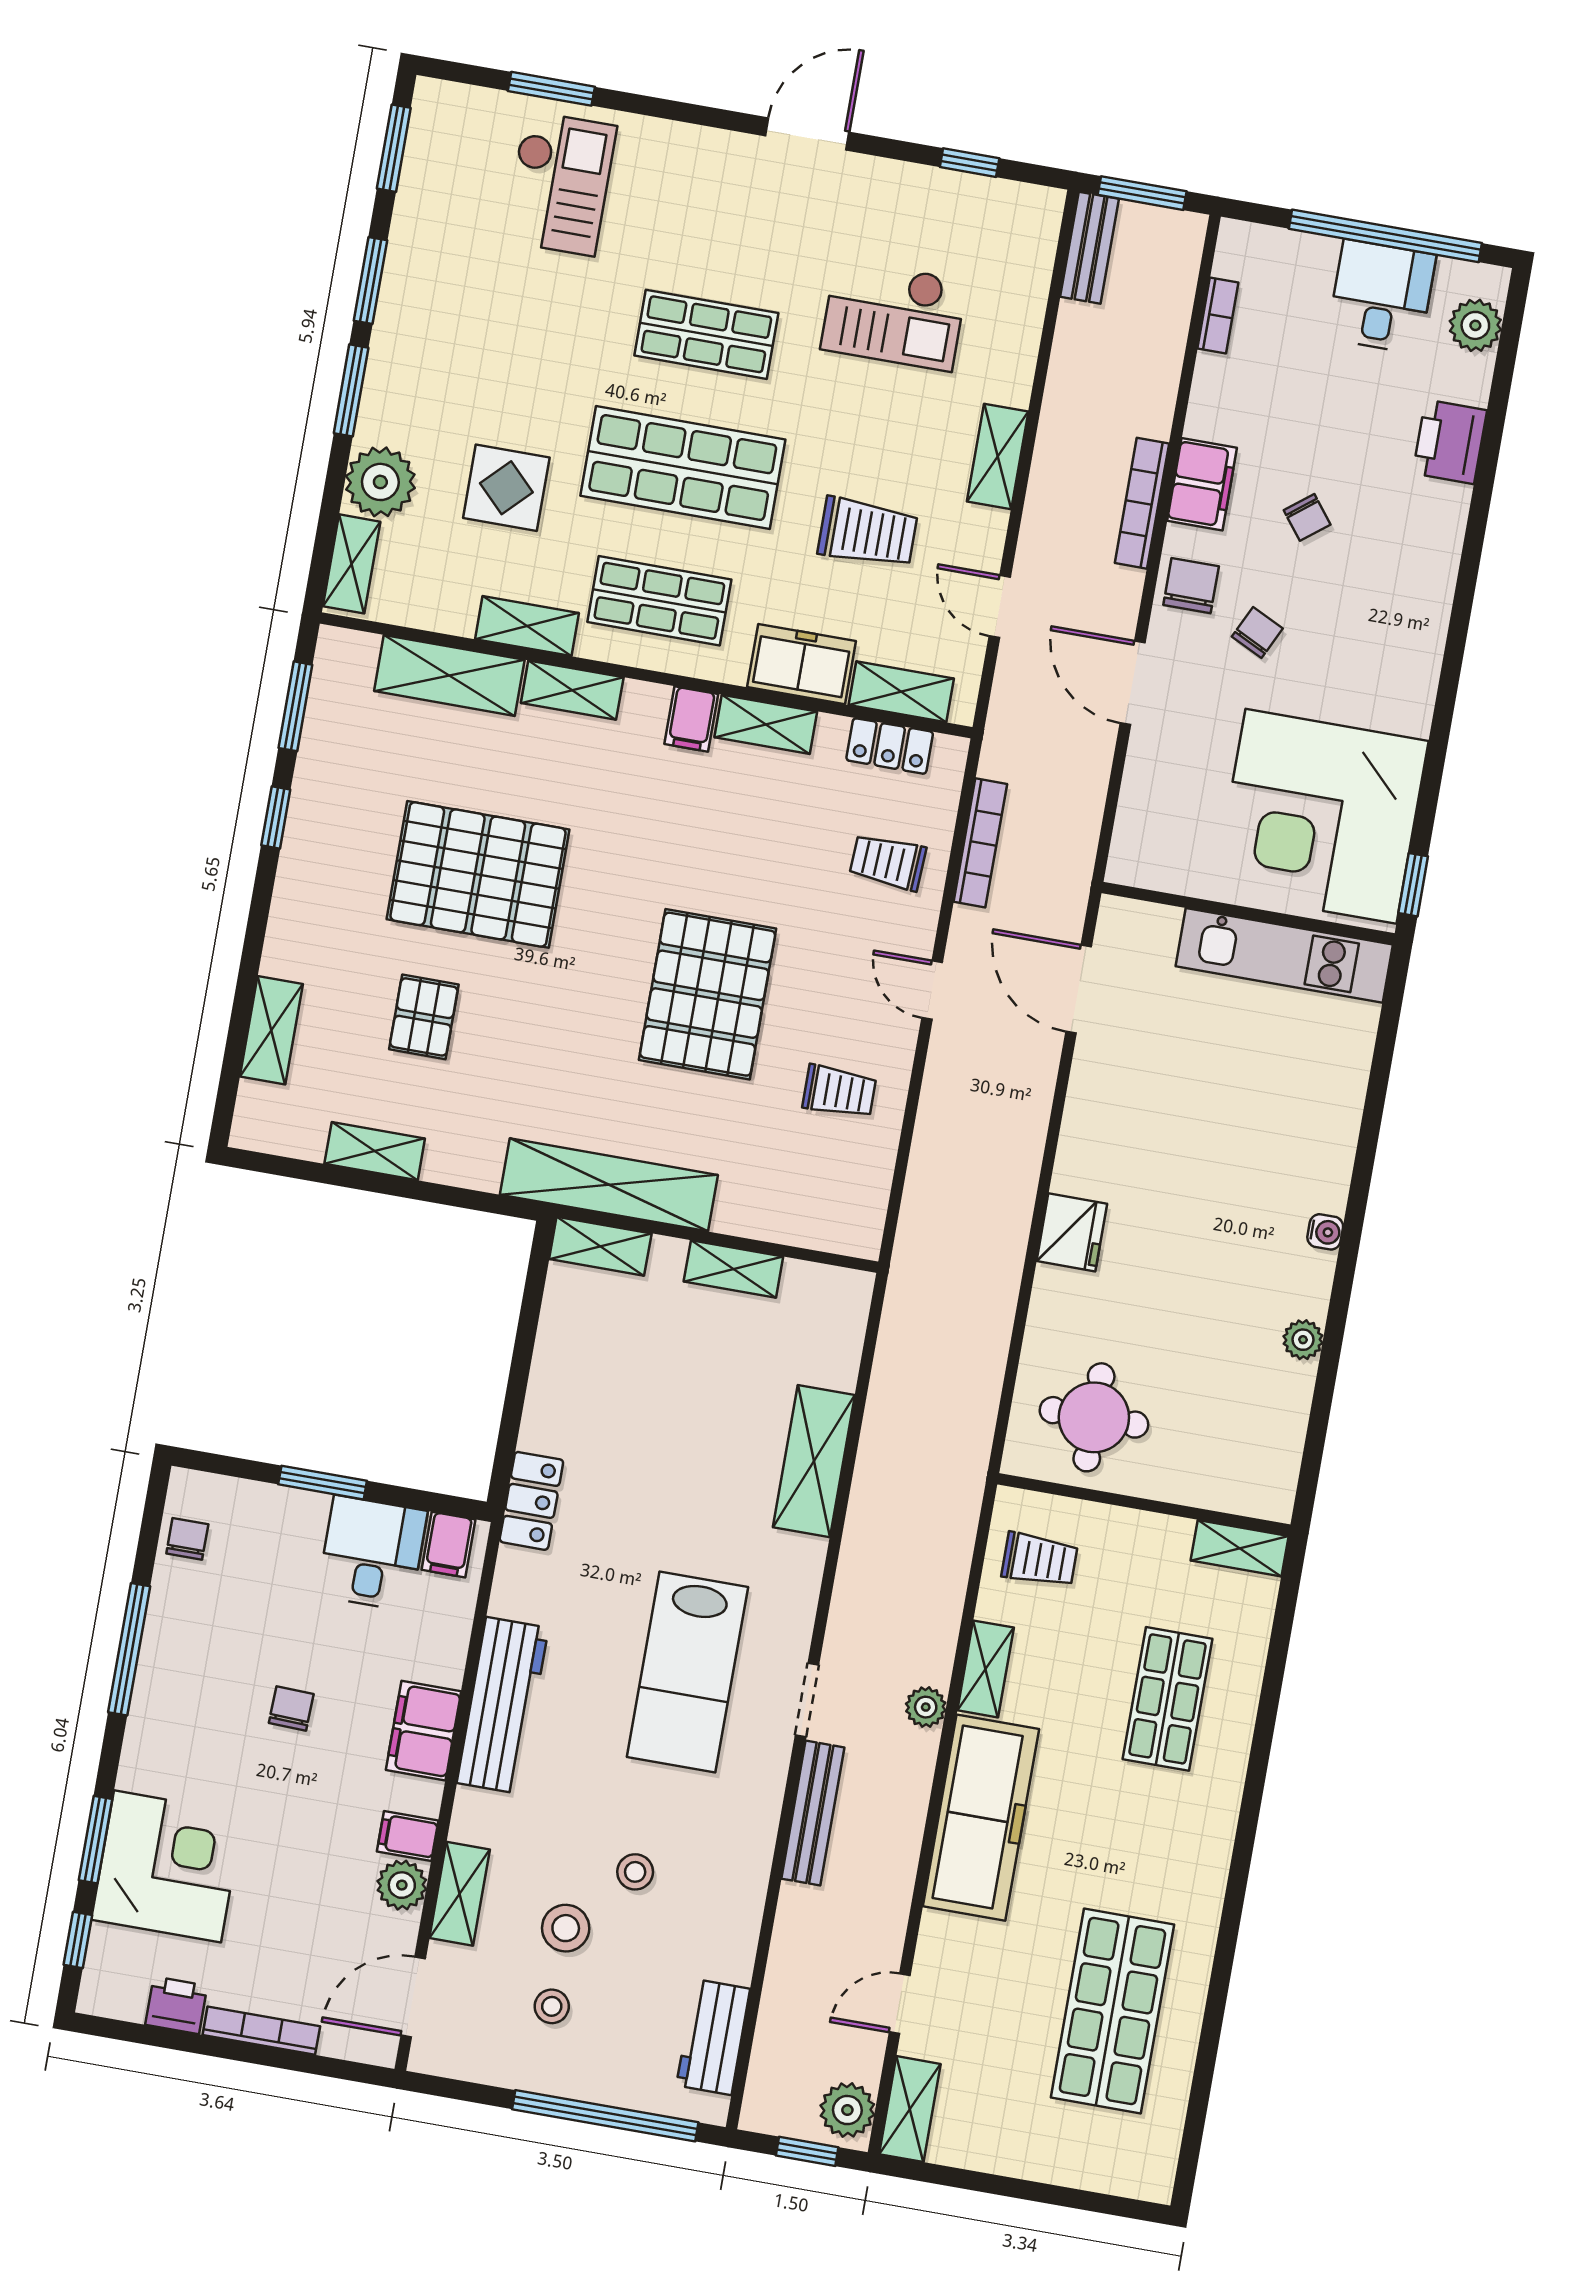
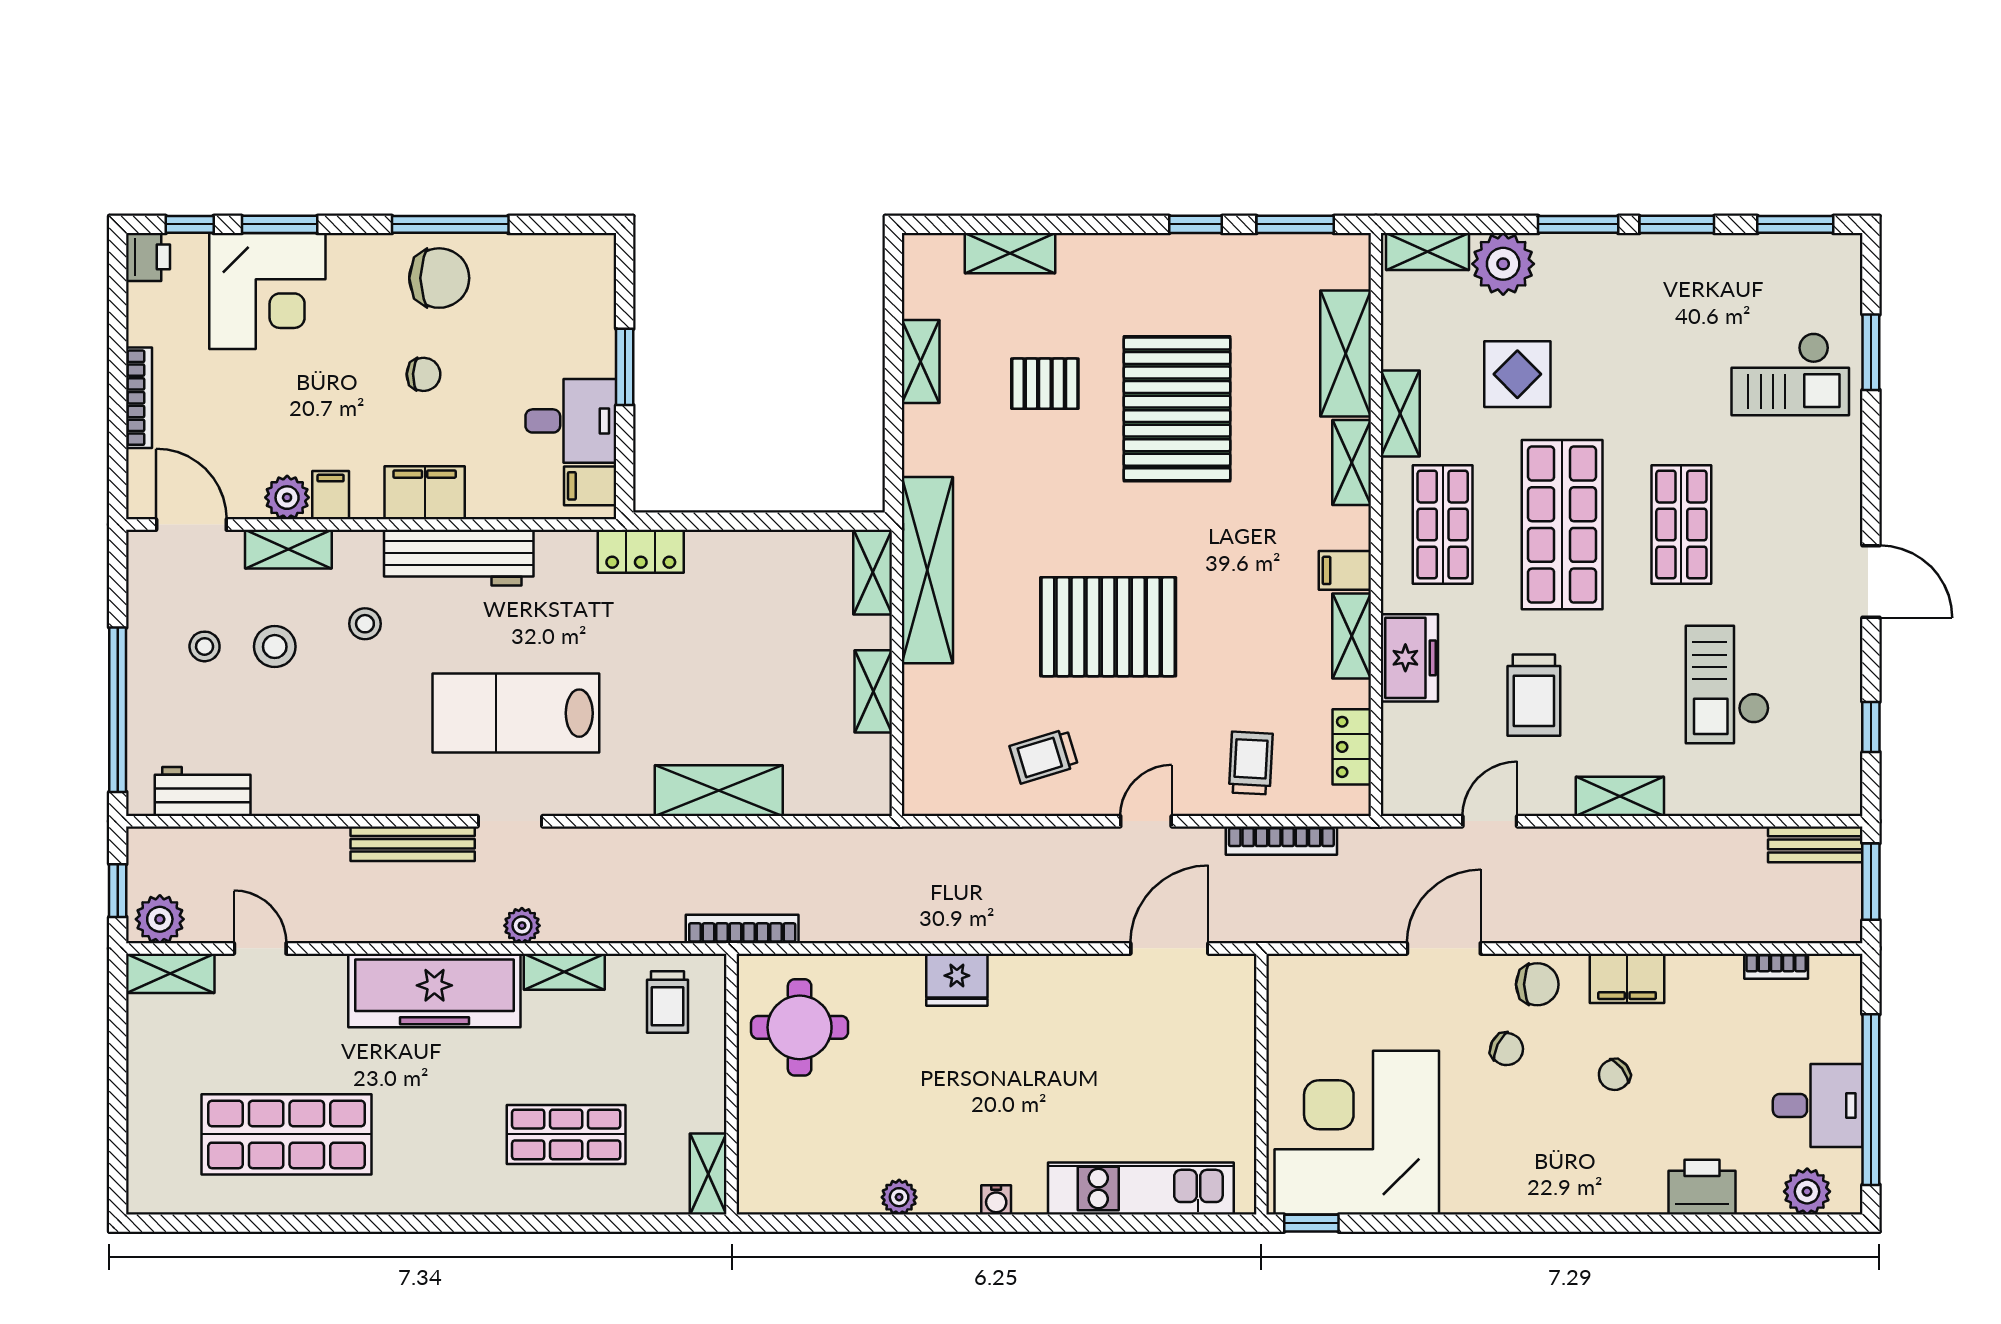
bookcase: (1142, 503) -> (742, 929), moved
shelving: (901, 692) -> (1401, 749), removed
kitchen unit: (1284, 955) -> (1141, 1189), moved, turned 90
trolley: (839, 1091) -> (1044, 756), turned 73
chair: (187, 1539) -> (439, 278), moved, width x1.87, depth x1.87
stool: (635, 1872) -> (365, 624), moved
printer: (176, 2005) -> (148, 257), moved

